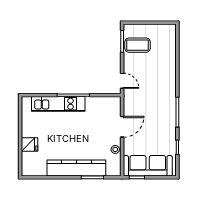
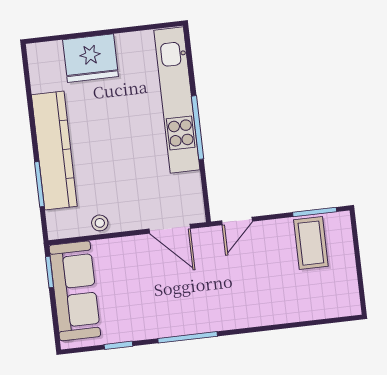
kitchen unit: (58, 104) -> (177, 100), width x1.36
door: (122, 127) -> (170, 229), moved
fridge: (30, 145) -> (90, 58), width x1.88, depth x1.34

